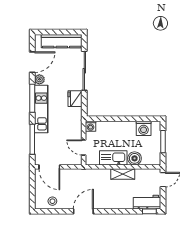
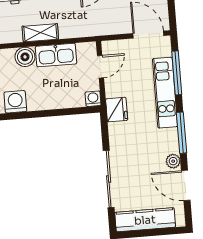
door: (32, 62) -> (186, 185), hinge flipped
fridge: (75, 99) -> (117, 110), moved
kitchen unit: (41, 109) -> (165, 93), moved
door: (84, 148) -> (100, 67), hinge flipped

